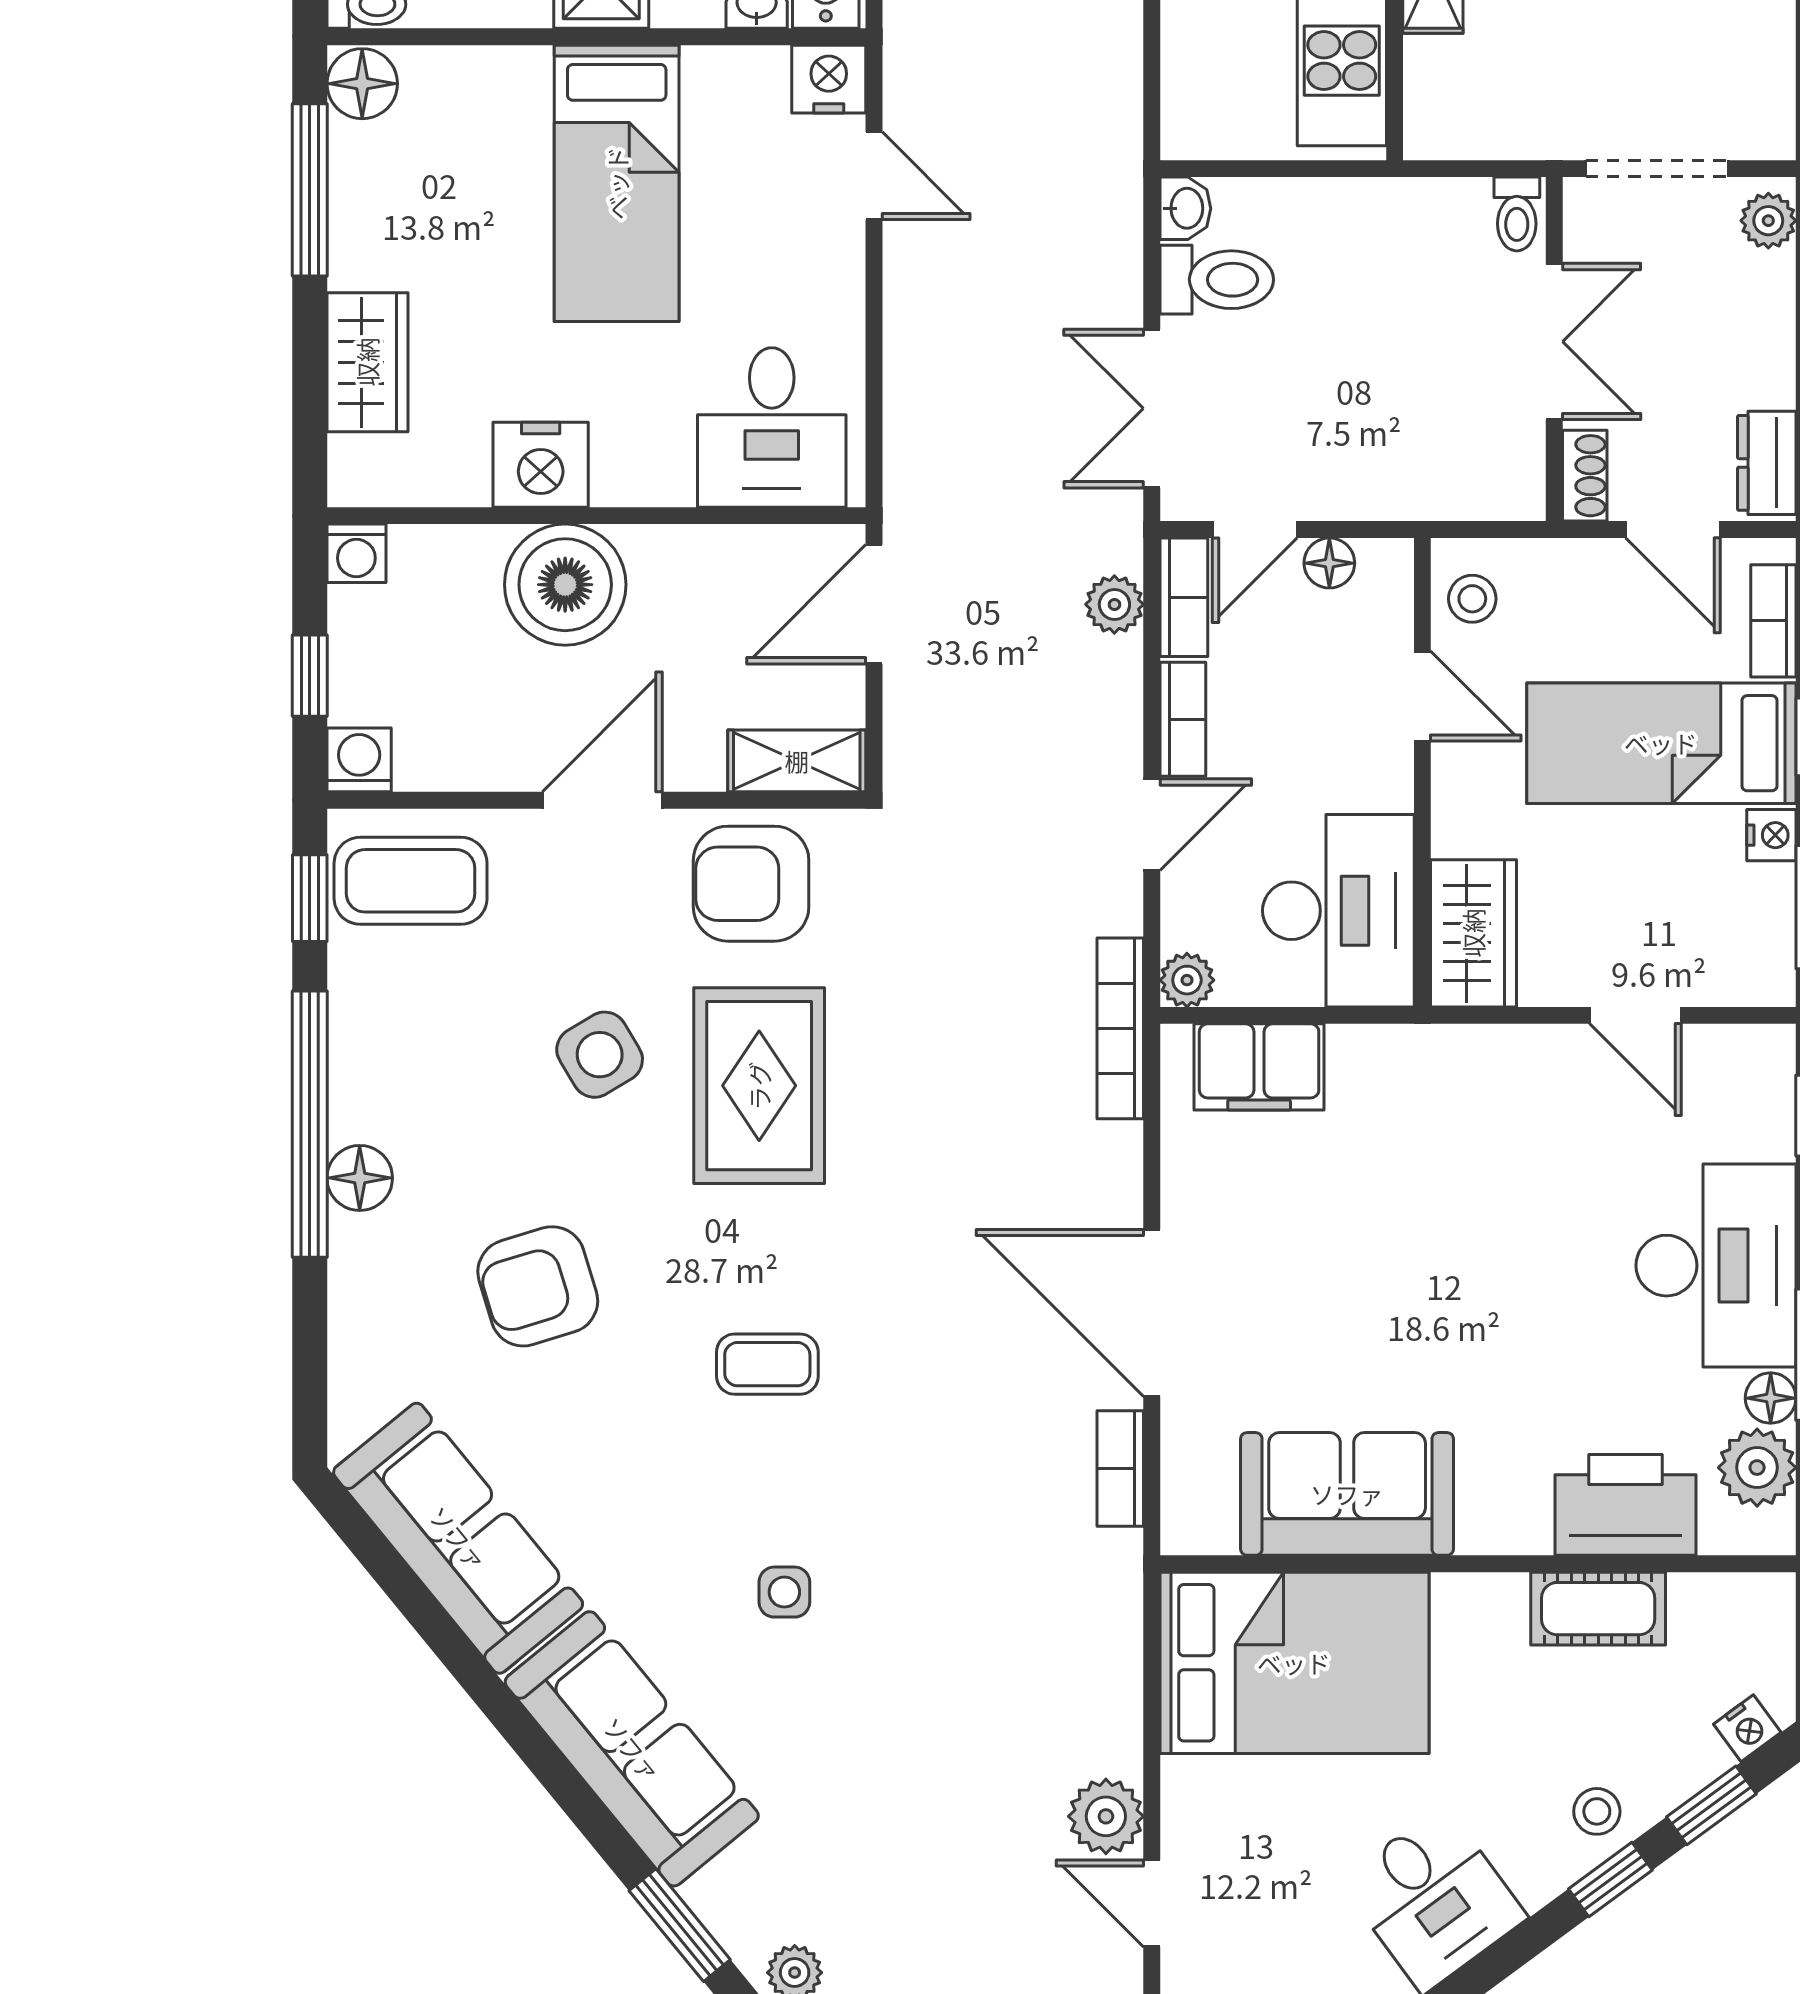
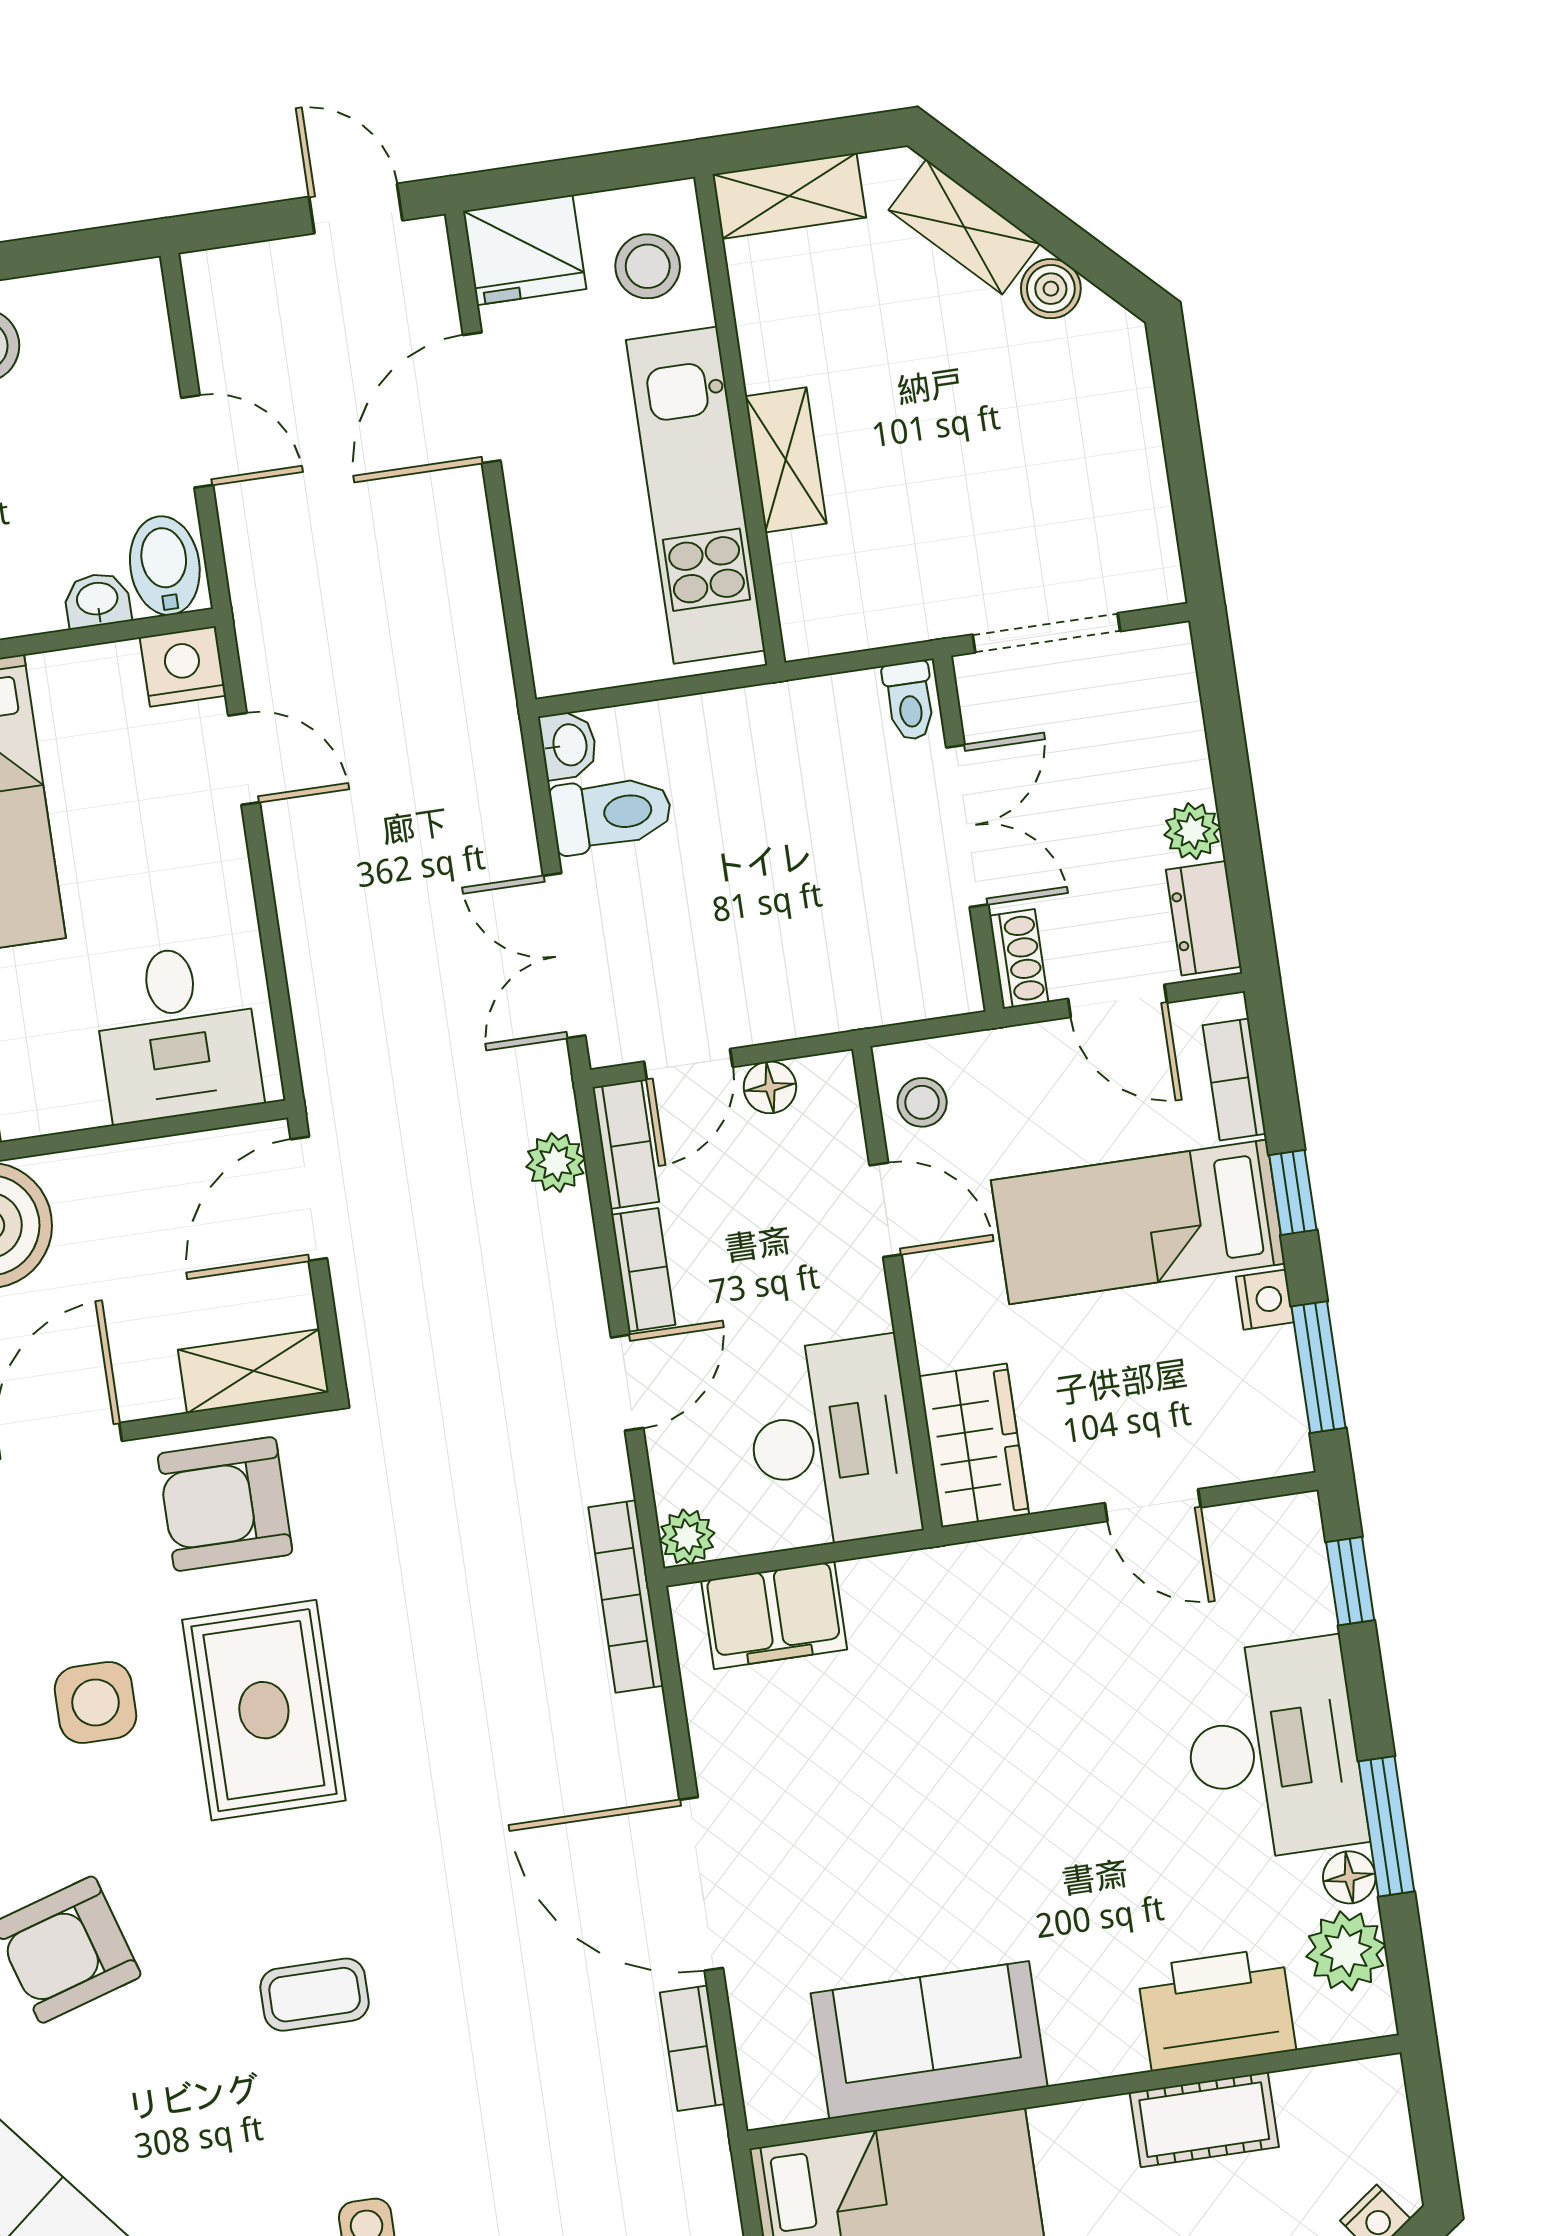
plant: (1768, 221) -> (1192, 831), moved
side table: (600, 1055) -> (96, 1702), turned 31

